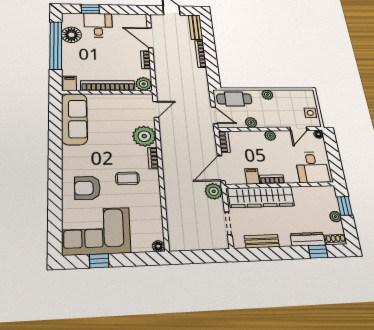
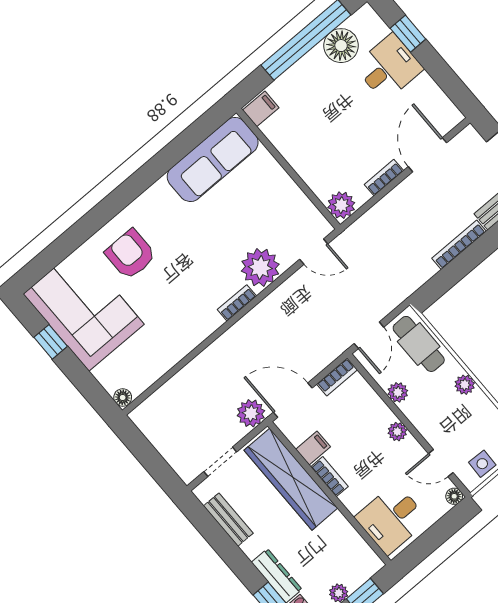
bookcase: (108, 86) -> (299, 161), removed
coffee table: (127, 178) -> (182, 293), removed

